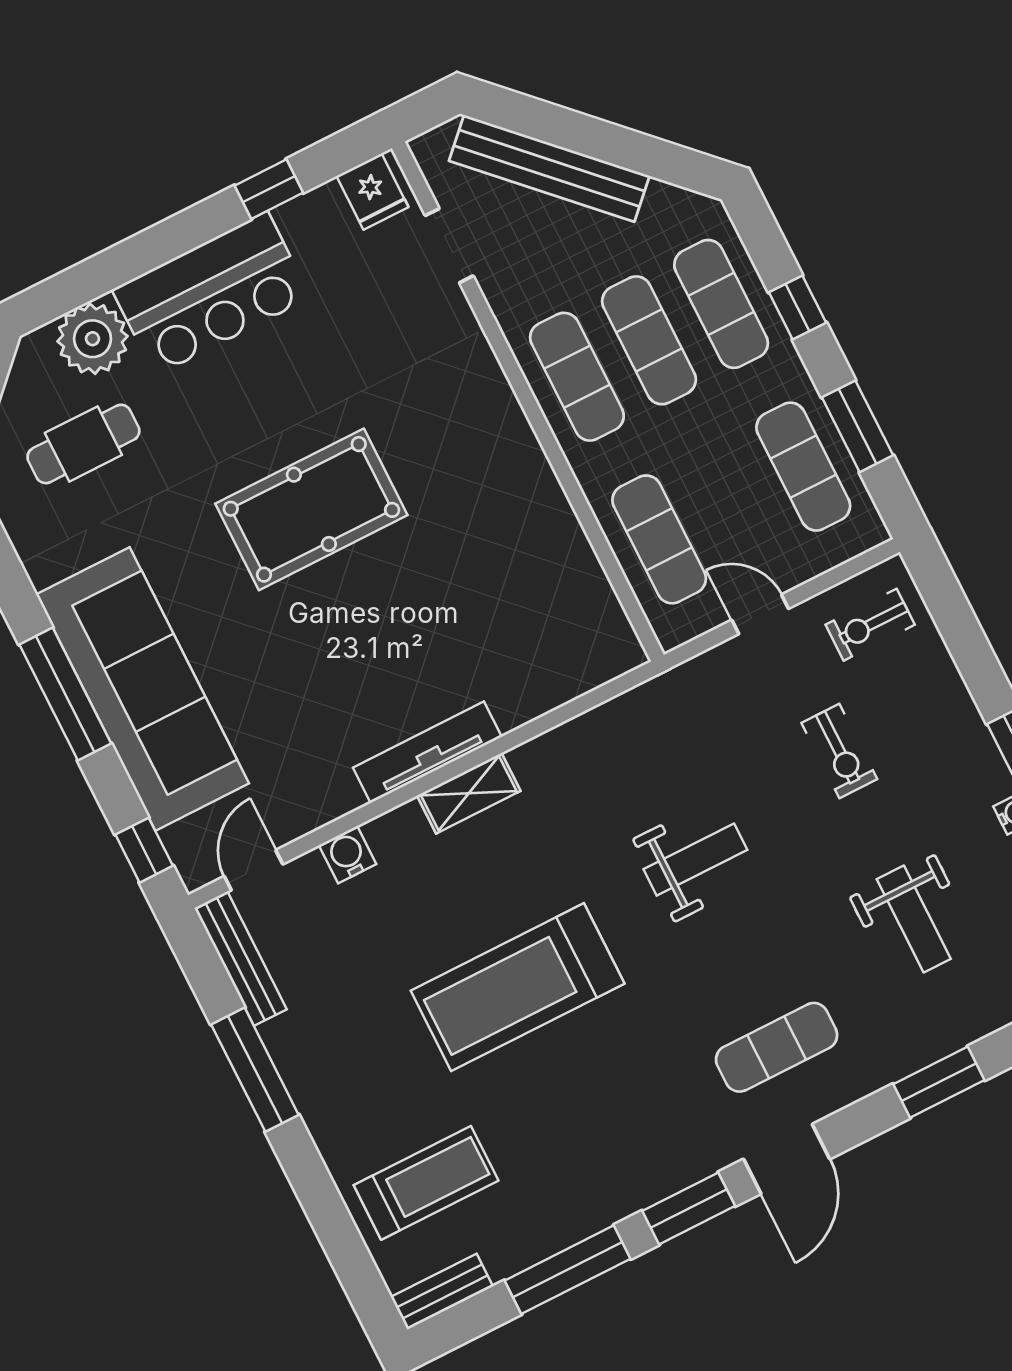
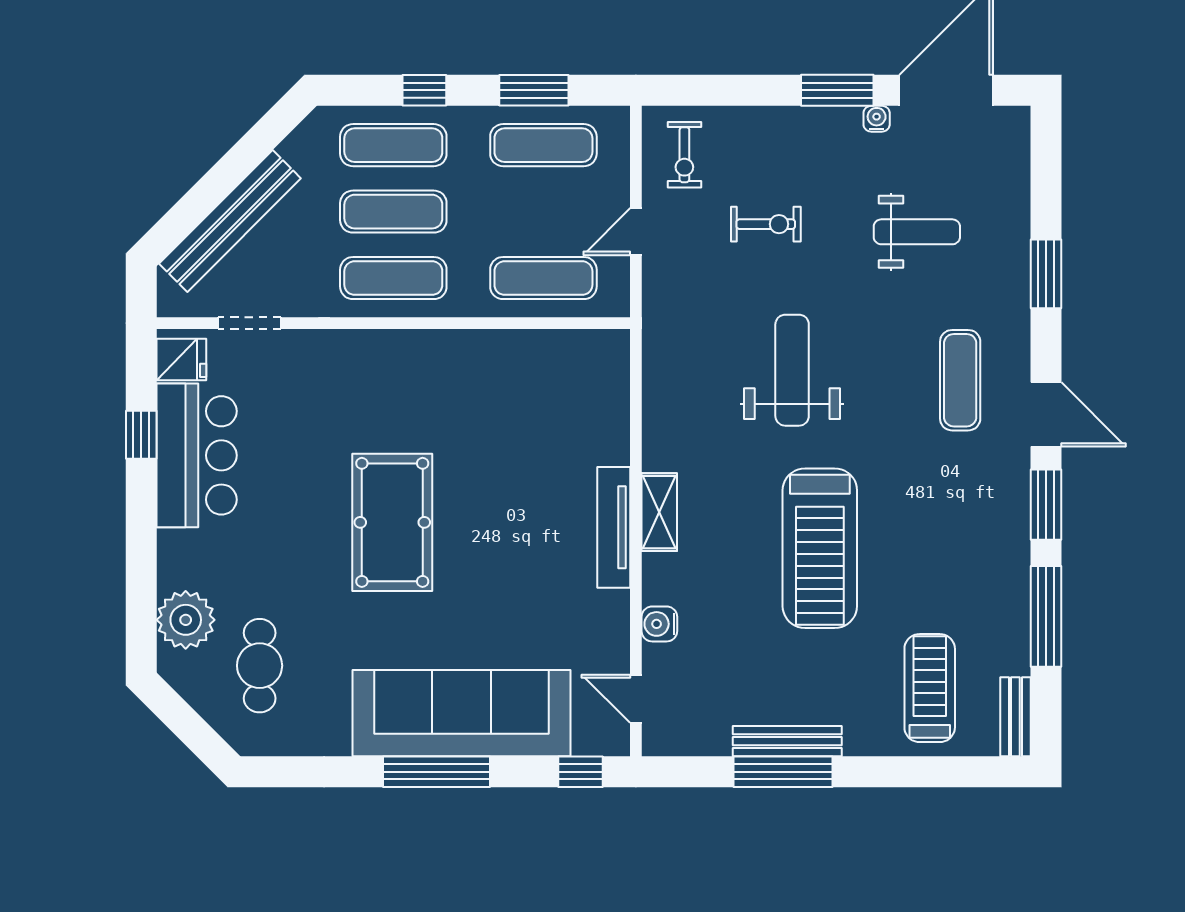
bar counter: (211, 294) -> (197, 455), moved
weight bench: (695, 860) -> (792, 370), width x1.36, depth x1.33
bench: (241, 959) -> (787, 741), moved

